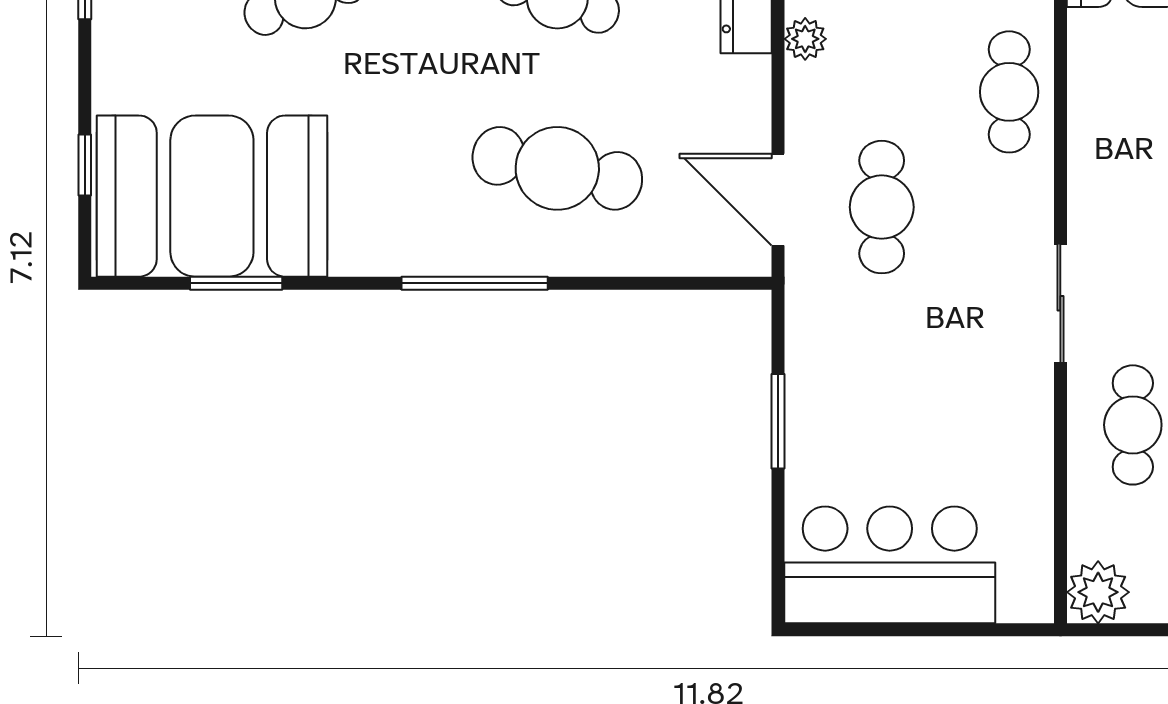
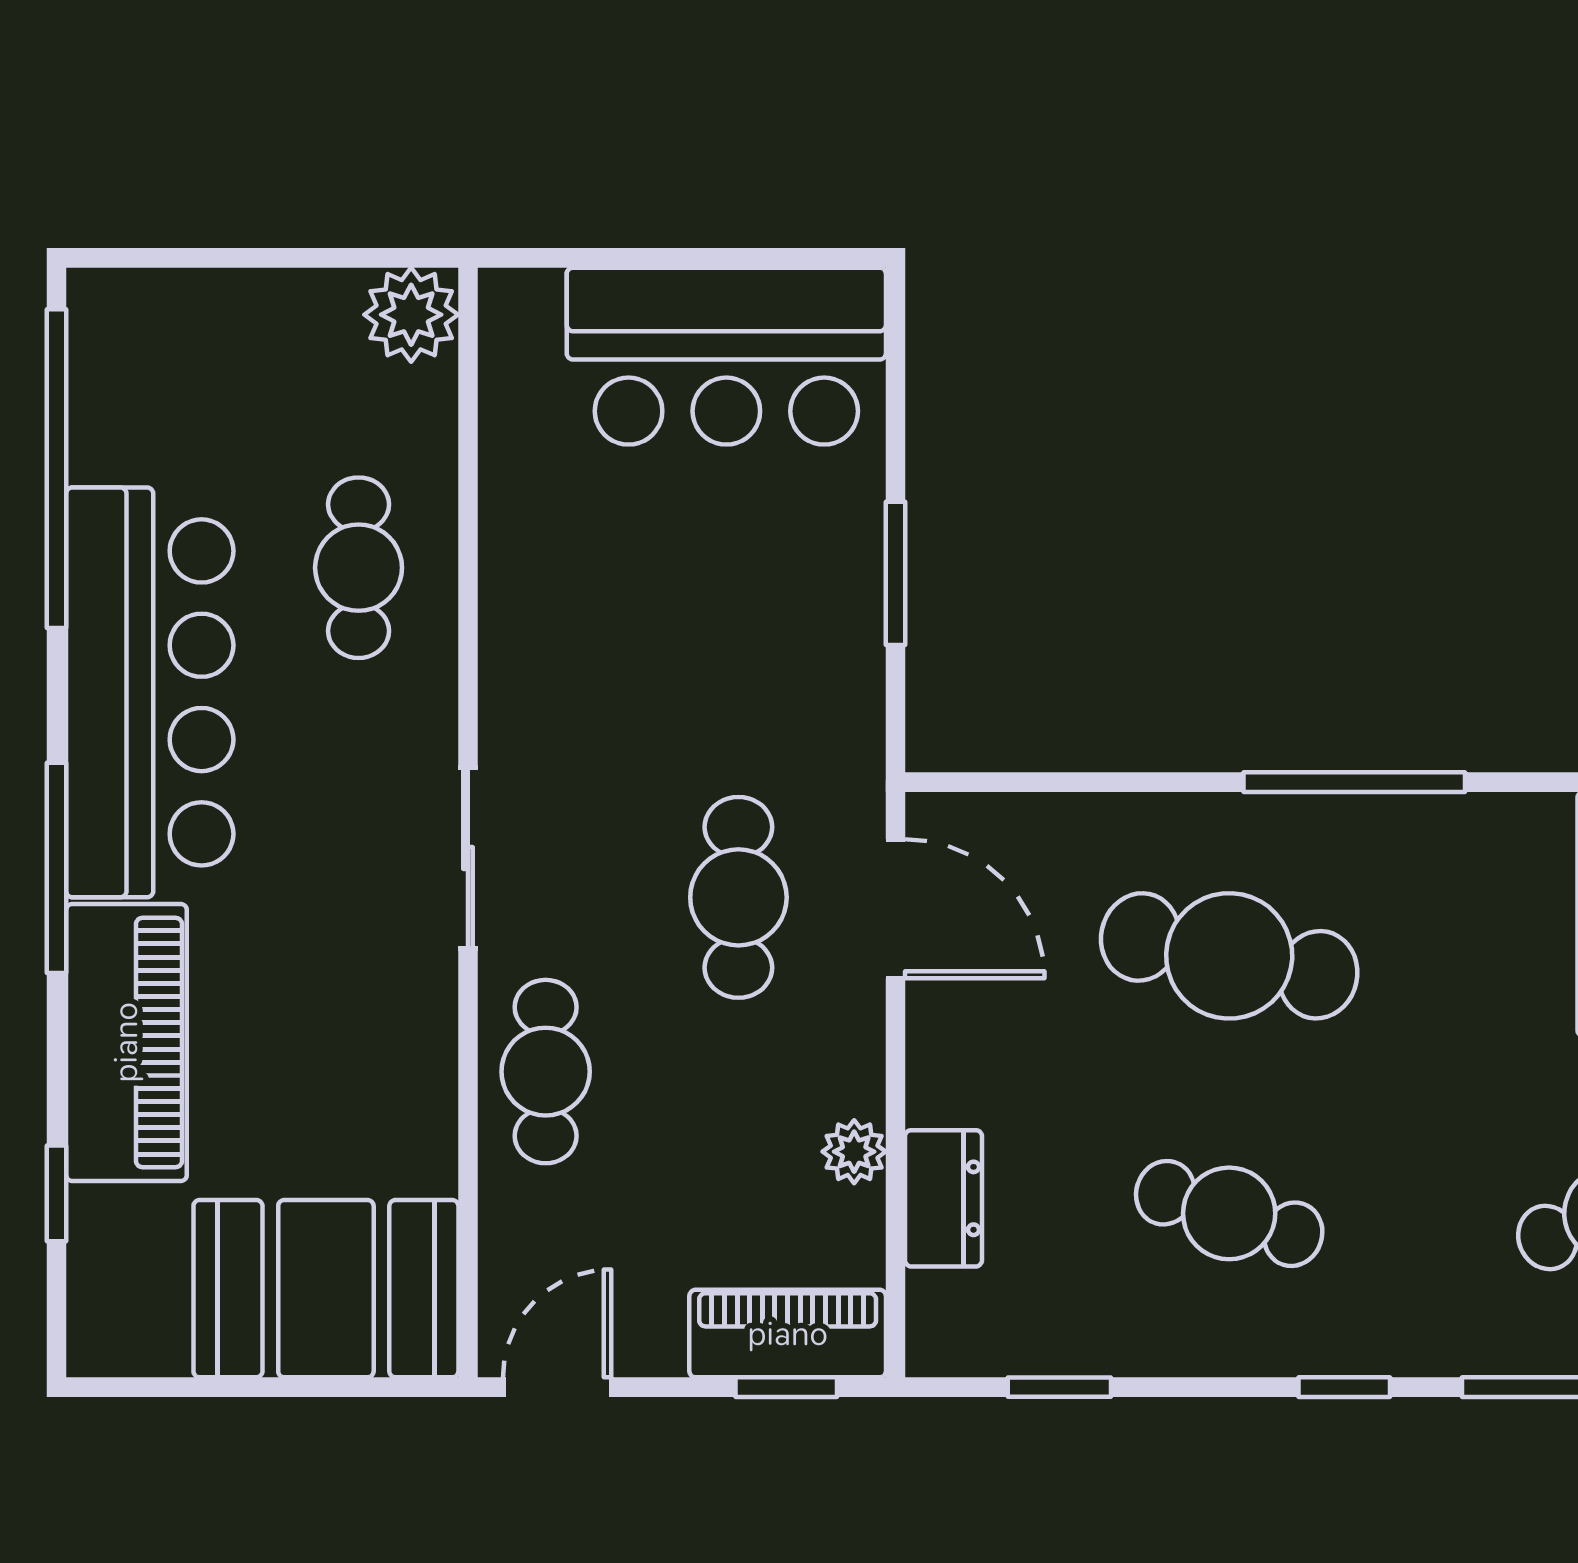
sliding door: (1060, 303) -> (468, 858), moved

